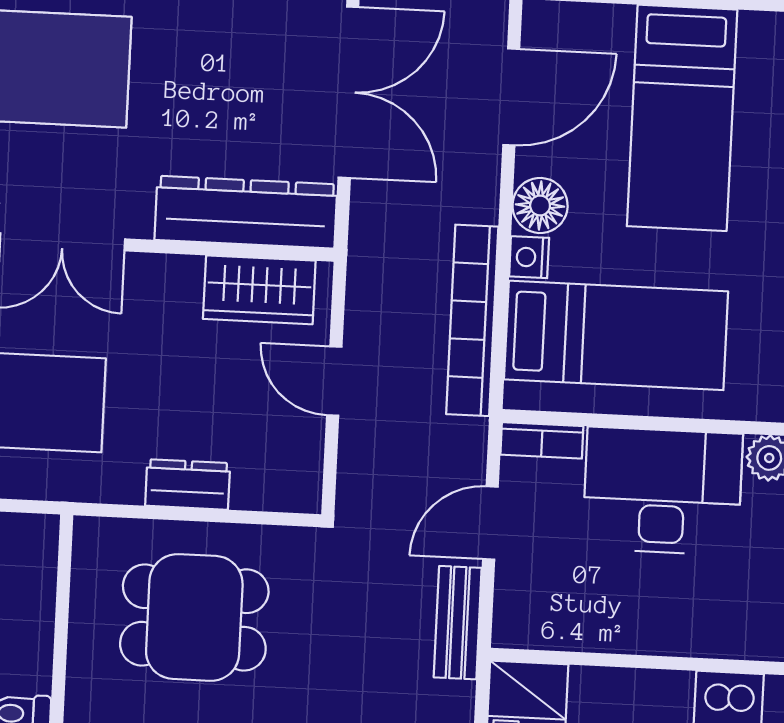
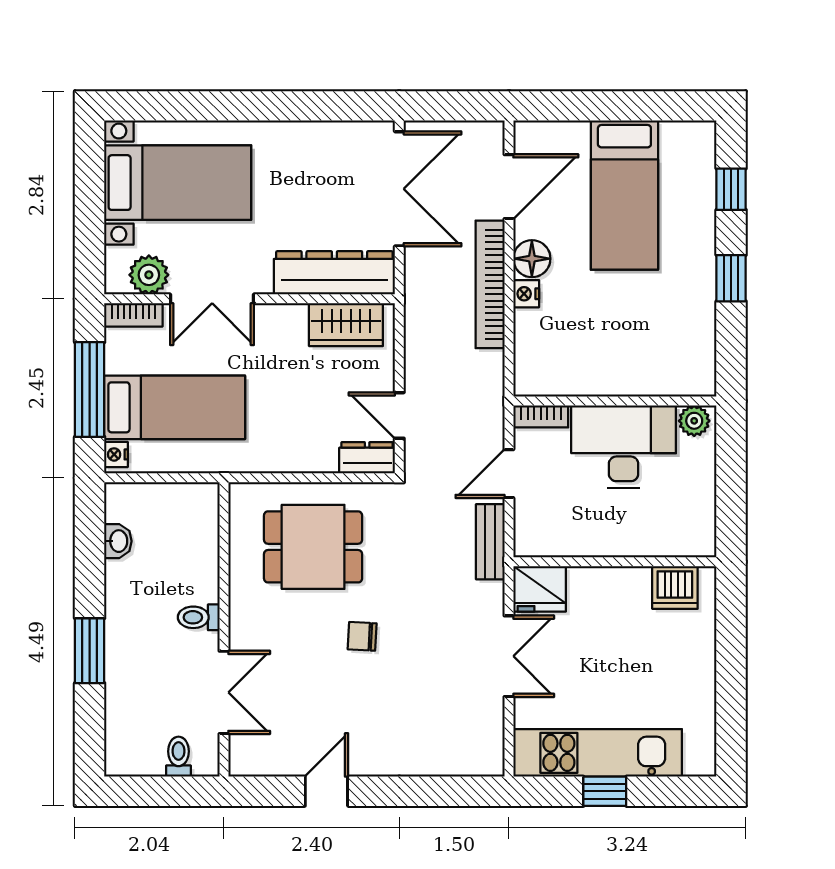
bookcase: (472, 320) -> (490, 284), moved
bed: (616, 335) -> (587, 343), removed
door: (334, 381) -> (399, 415), moved
dresser: (188, 484) -> (367, 458), moved

